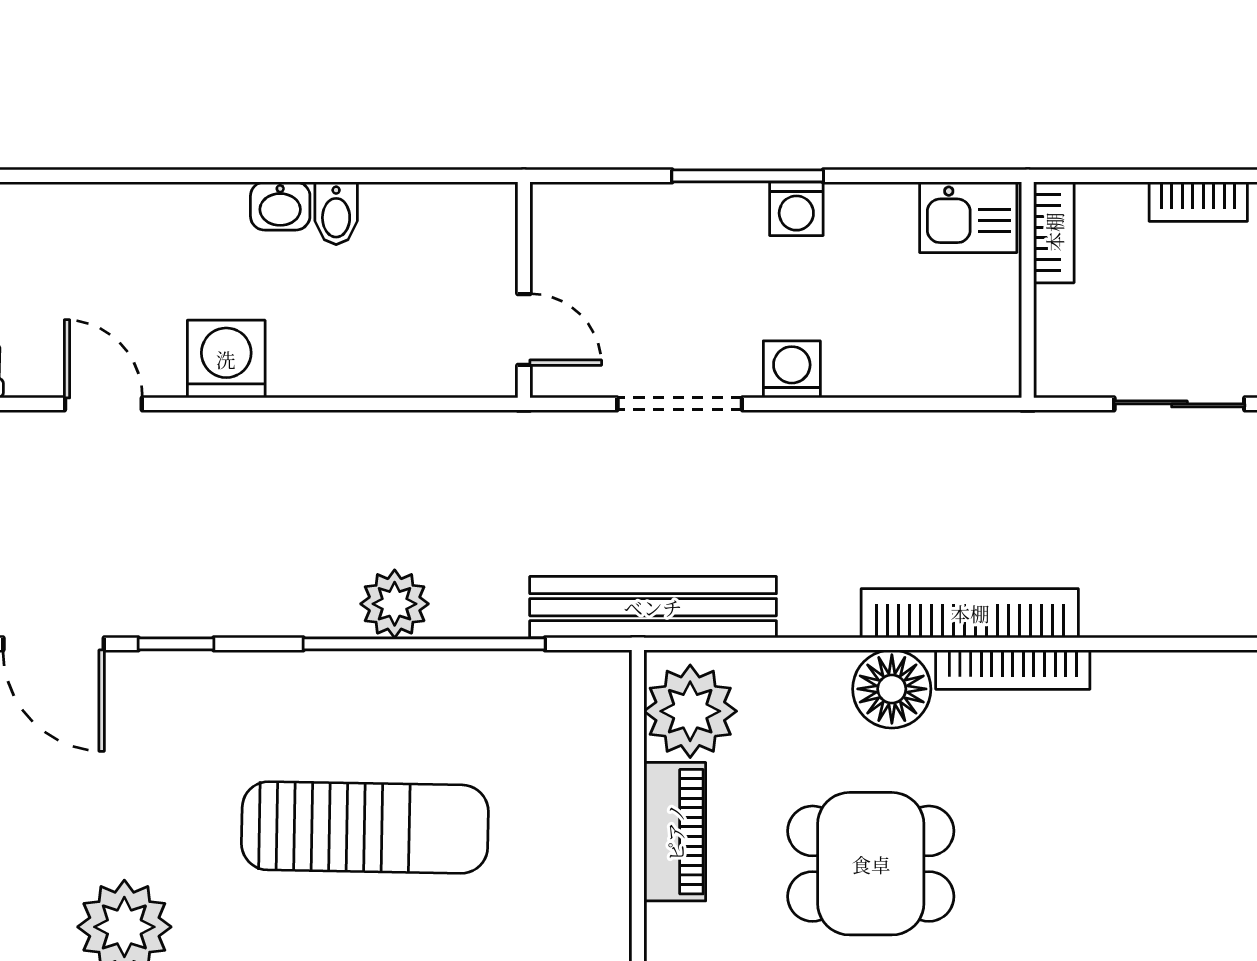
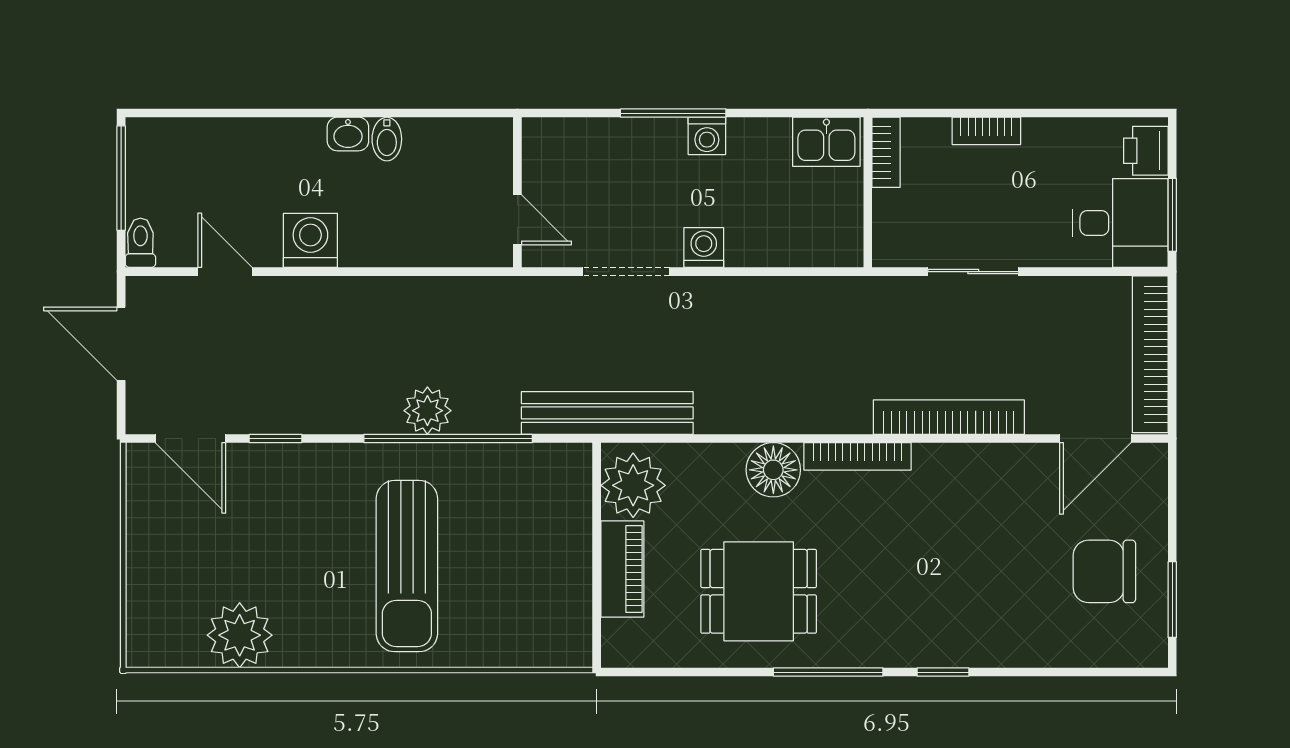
bookcase: (970, 613) -> (949, 417), moved
sun lounger: (365, 827) -> (407, 566), turned 89

